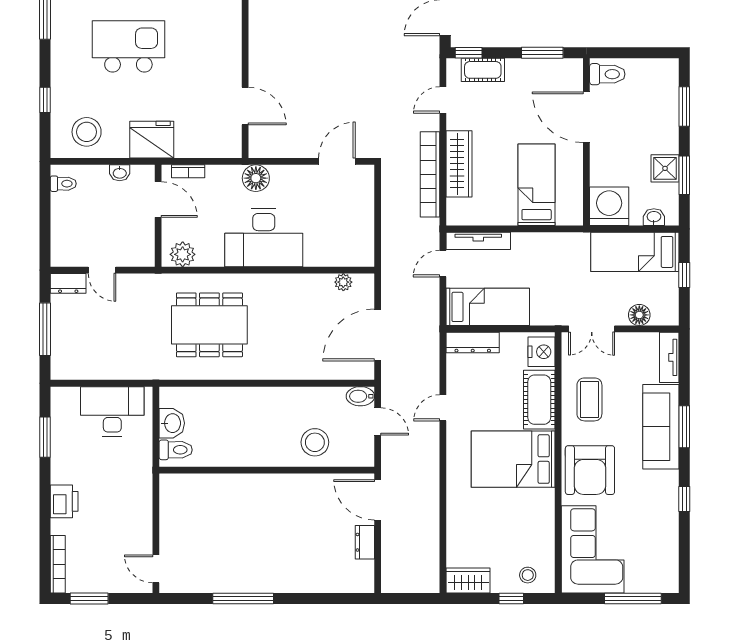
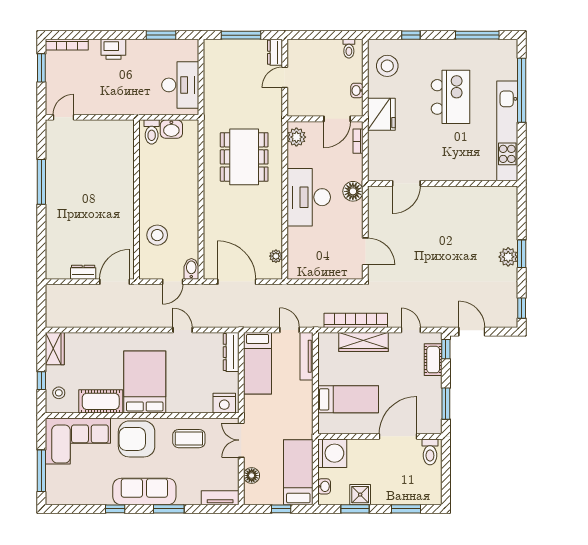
cot: (539, 400) -> (101, 401), moved
sofa: (661, 427) -> (144, 492), moved

